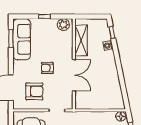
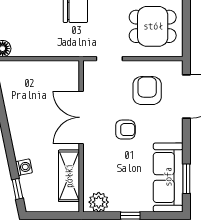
armchair: (34, 91) -> (147, 91), turned 90

